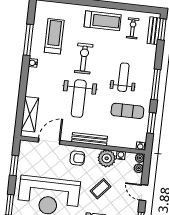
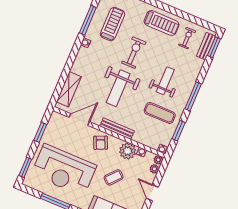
armchair: (77, 158) -> (101, 143), turned 66

